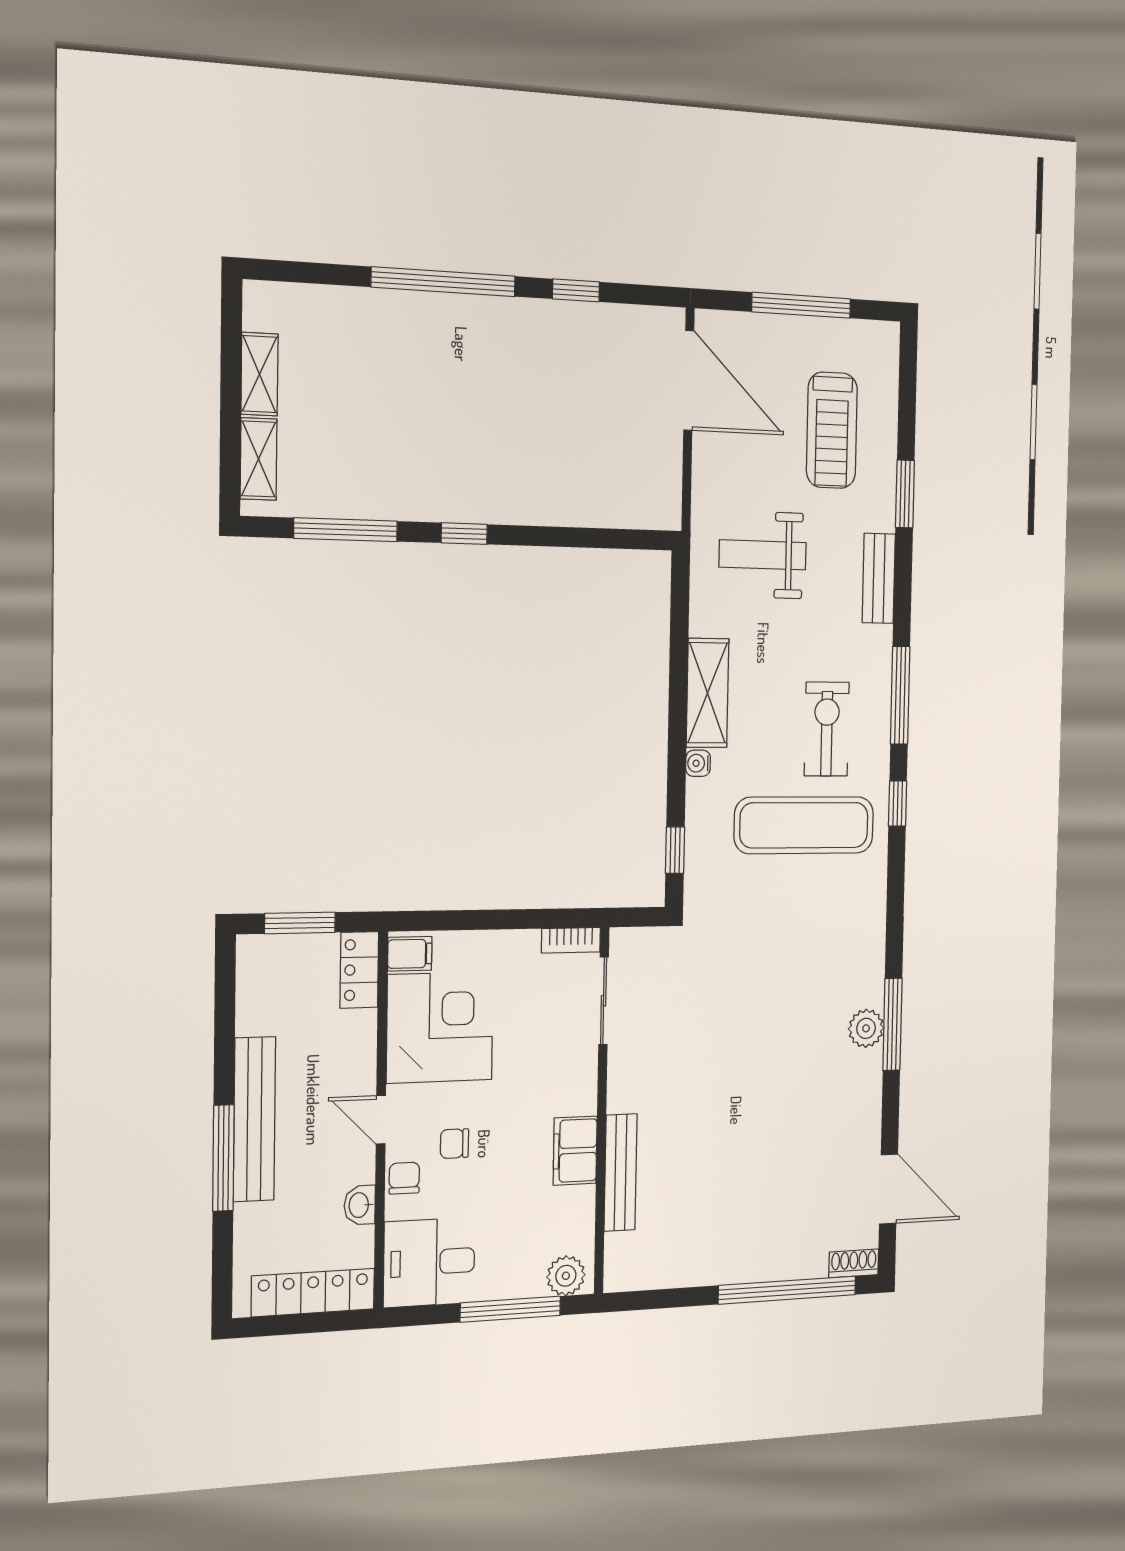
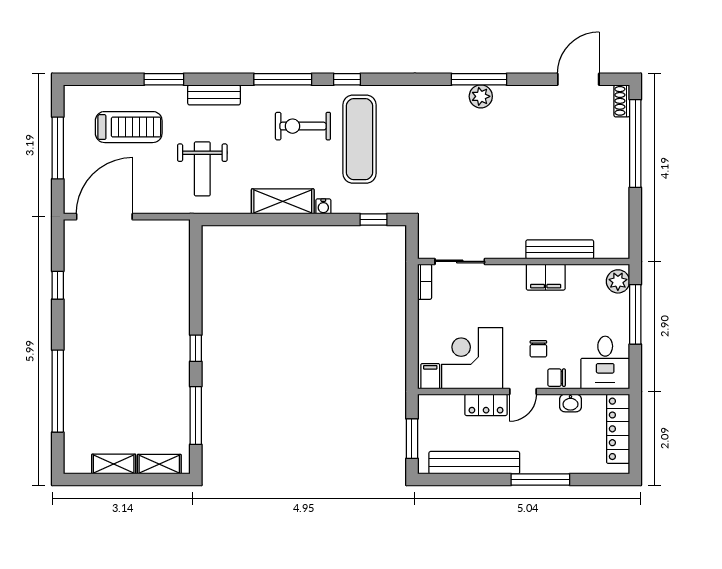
window: (444, 282) -> (58, 391), moved
locker: (359, 970) -> (486, 405), moved
bench: (254, 1119) -> (474, 463), moved

